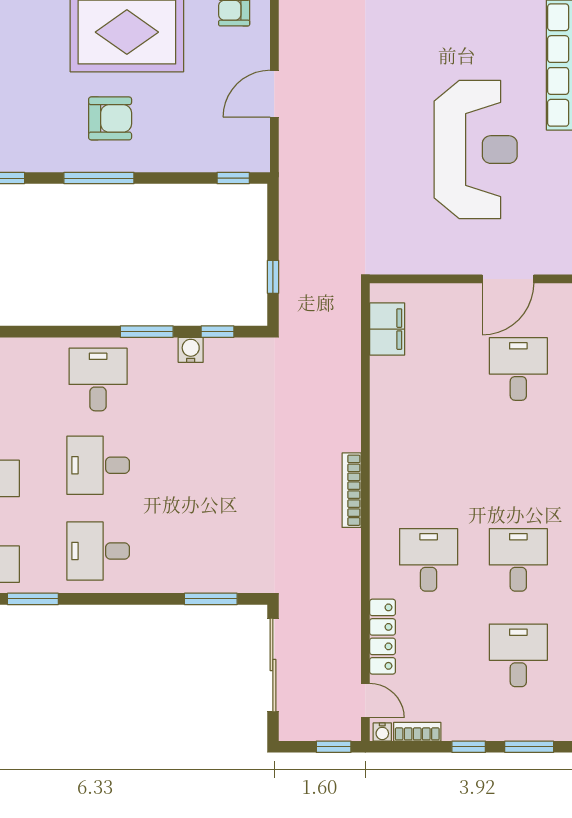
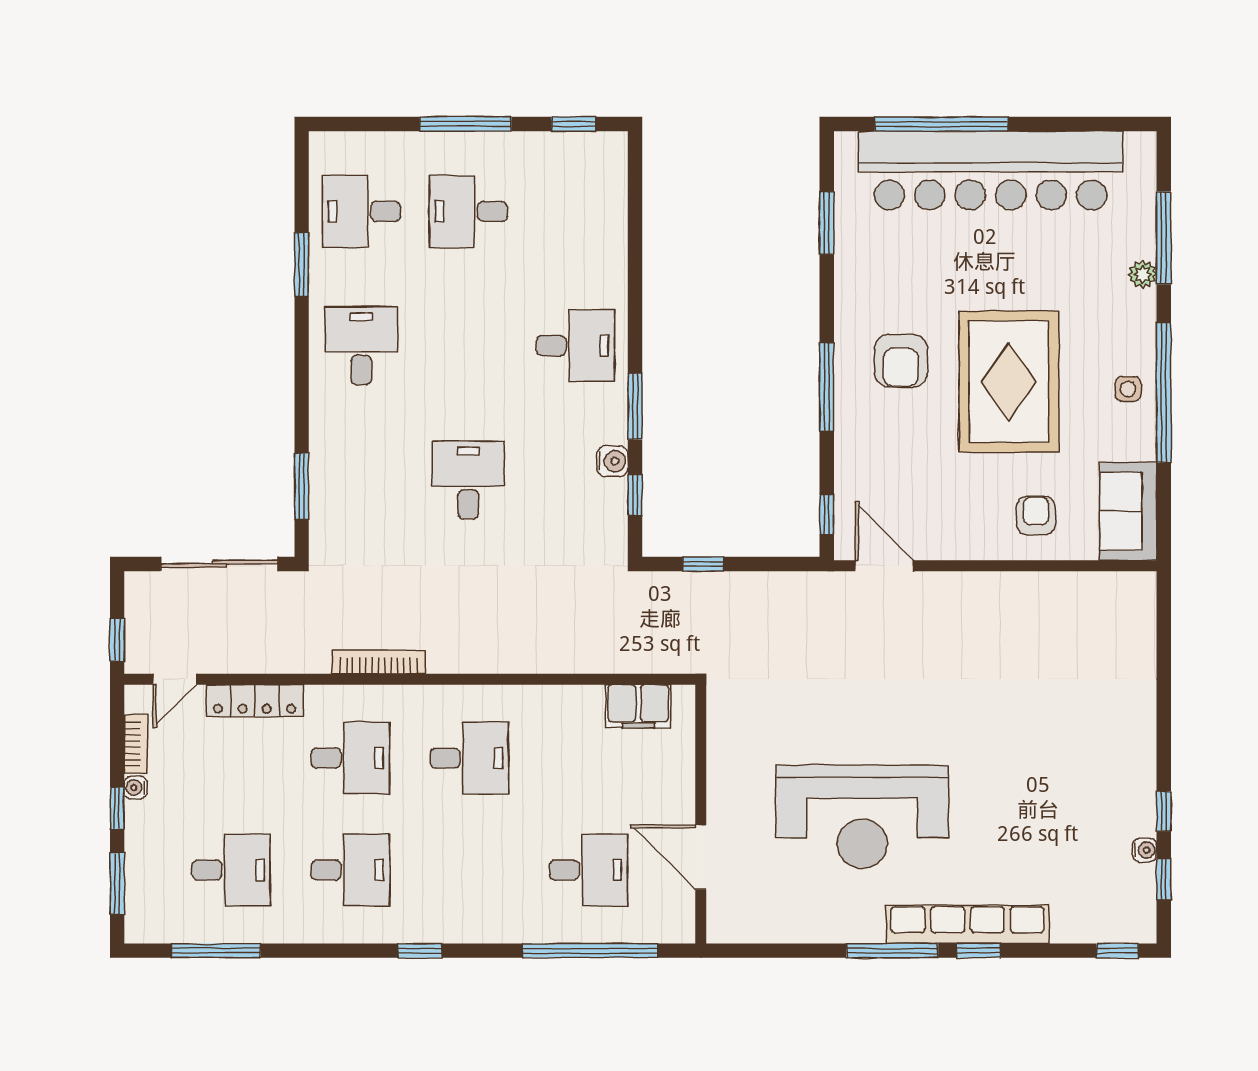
door: (274, 94) -> (885, 566), moved
window: (99, 178) -> (827, 387), moved
desk: (429, 464) -> (469, 758), added
desk: (98, 465) -> (468, 480), moved
bookcase: (352, 490) -> (379, 662), moved
water cooler: (382, 732) -> (136, 788), moved

